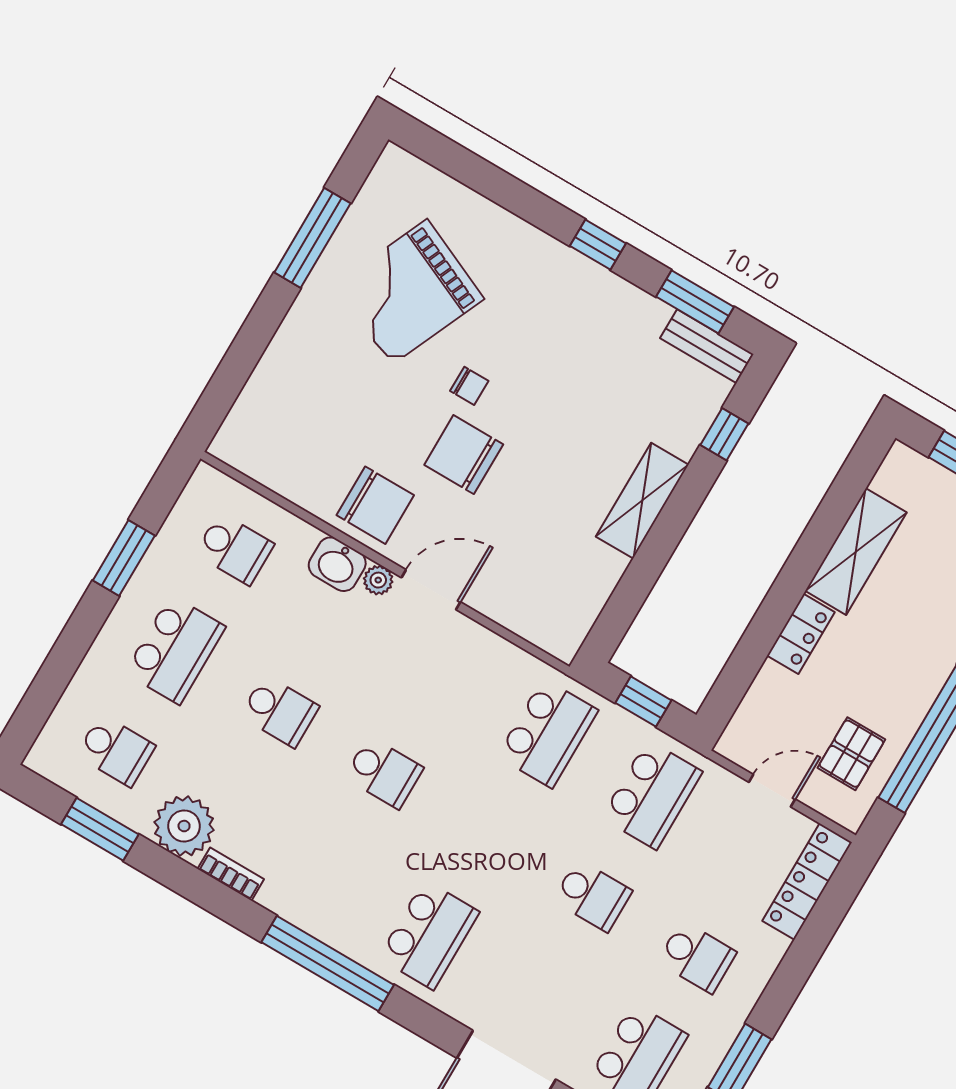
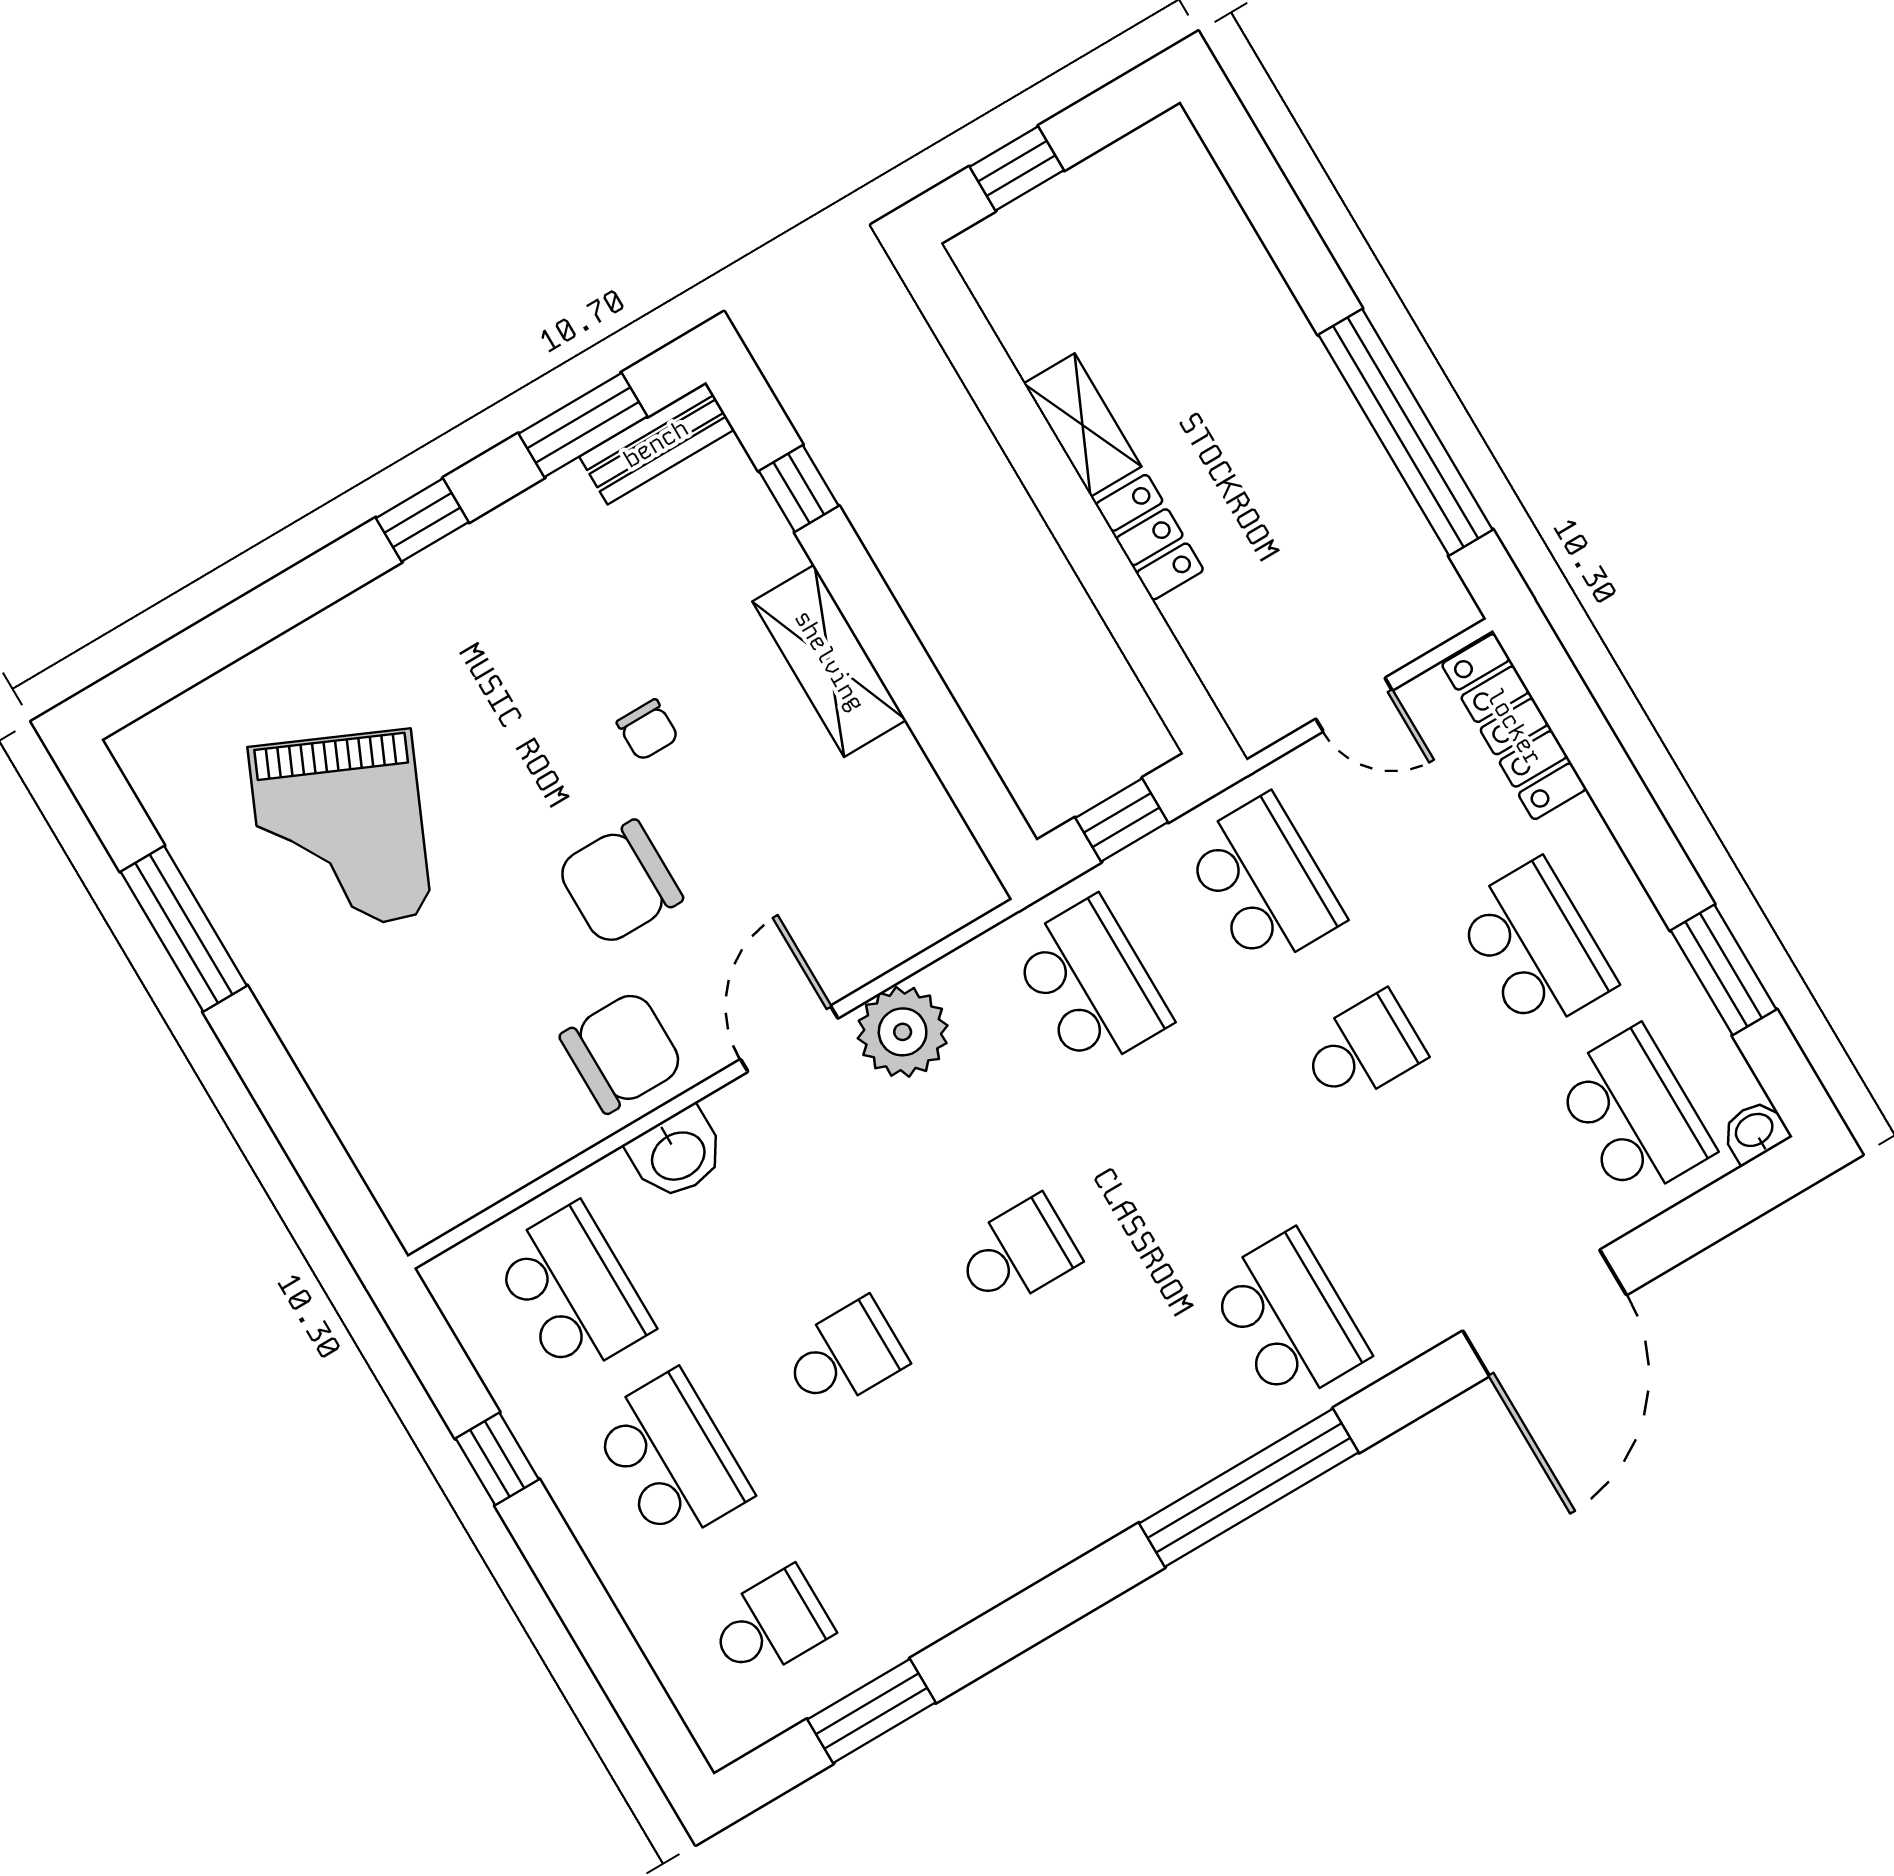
chair: (469, 386) -> (648, 730), moved, turned 90
school desk: (235, 549) -> (573, 1291), width x1.85
shelving: (856, 552) -> (1083, 425), width x0.67, depth x0.75
window: (124, 558) -> (497, 1459), width x0.67
plant: (378, 580) -> (903, 1032), moved, width x1.87, depth x1.87
pallet: (851, 754) -> (1364, 560), removed
door: (772, 791) -> (1354, 705), swing flipped
plant: (184, 826) -> (934, 1586), removed
bookcase: (231, 874) -> (1042, 1557), removed
school desk: (697, 957) -> (1535, 947), width x1.85

